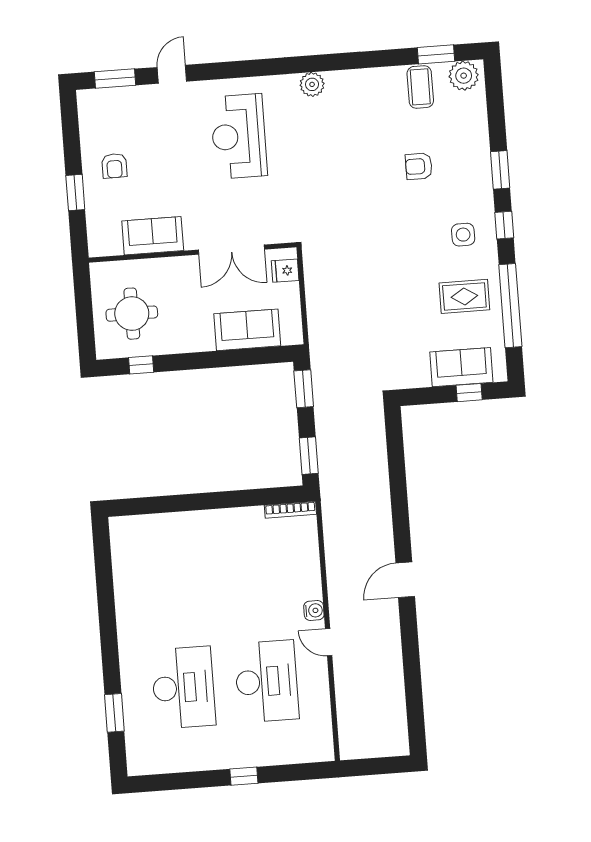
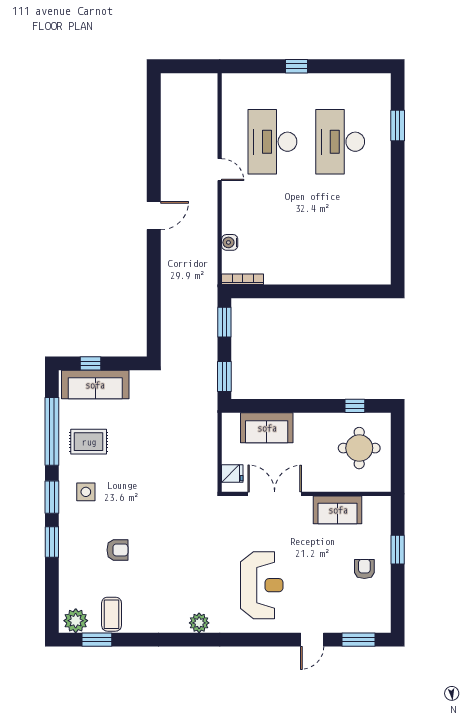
window: (504, 225) -> (52, 497), width x1.50
sofa: (461, 367) -> (95, 385), width x1.36
water cooler: (314, 610) -> (230, 242), moved

